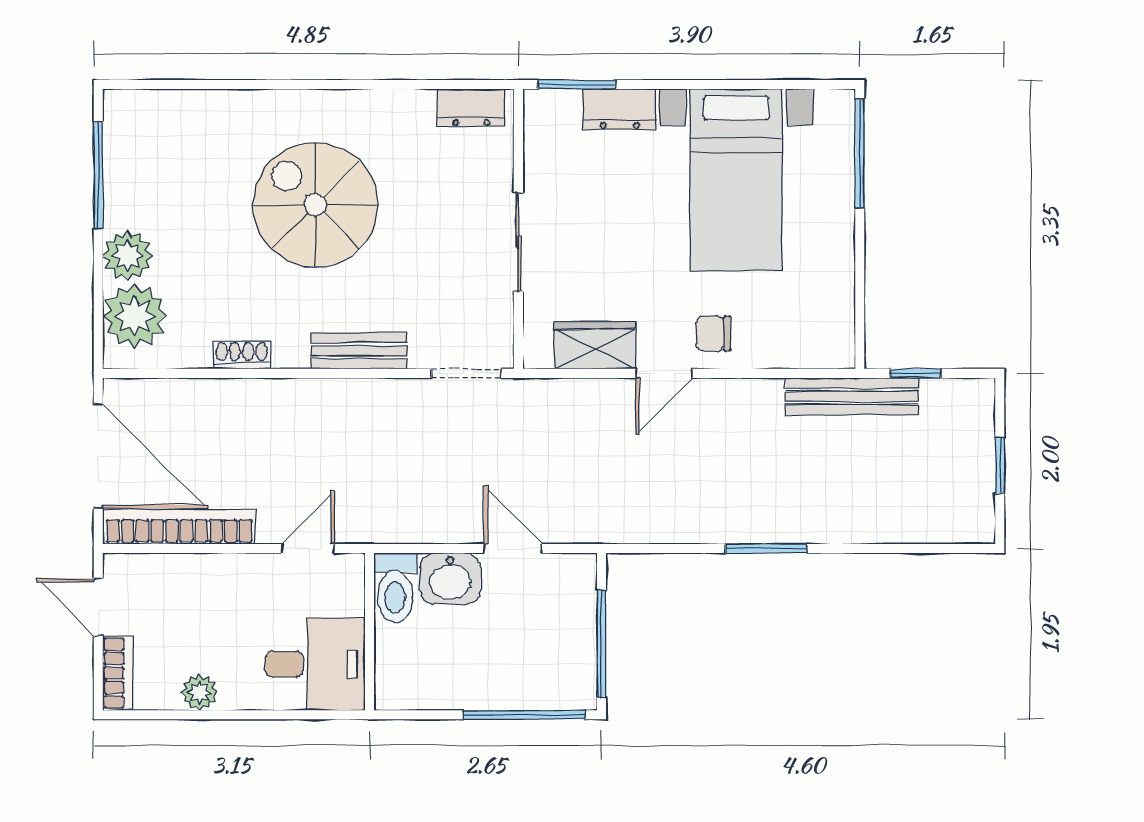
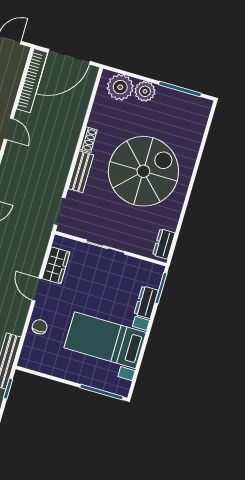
spiral stairs: (315, 205) -> (143, 171), width x1.37, depth x1.37
chair: (713, 333) -> (40, 327), moved
shoe rack: (241, 355) -> (88, 140), moved

